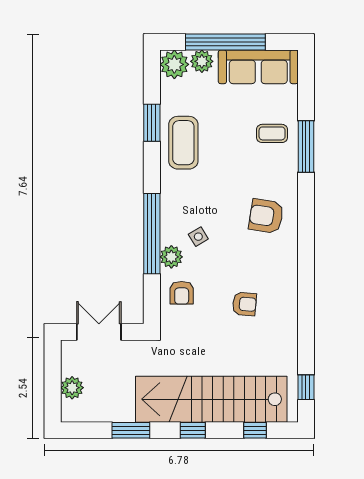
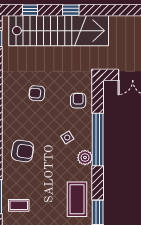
plant: (171, 257) -> (85, 158), moved
window: (131, 430) -> (112, 10), removed

